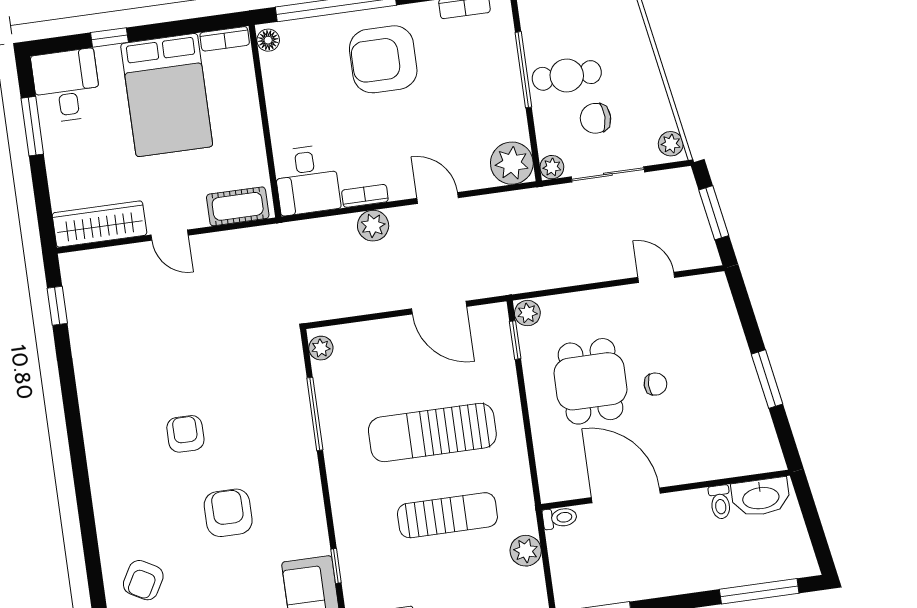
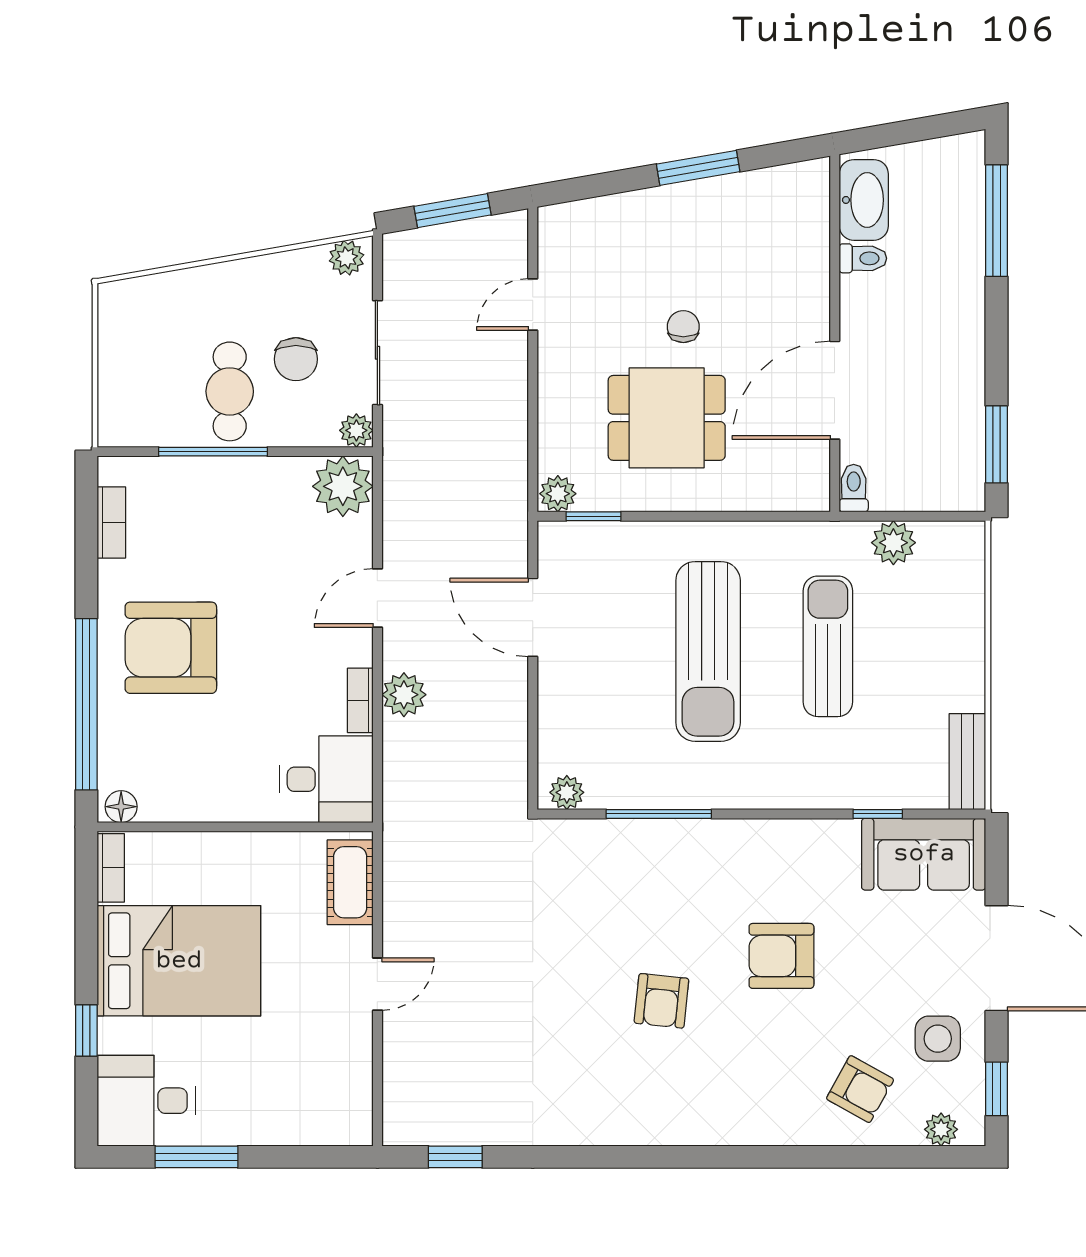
armchair: (383, 59) -> (171, 648), turned 90
wardrobe: (99, 224) -> (348, 1081), removed
door: (439, 308) -> (533, 617), swing flipped
armchair: (185, 434) -> (661, 1001), turned -84

